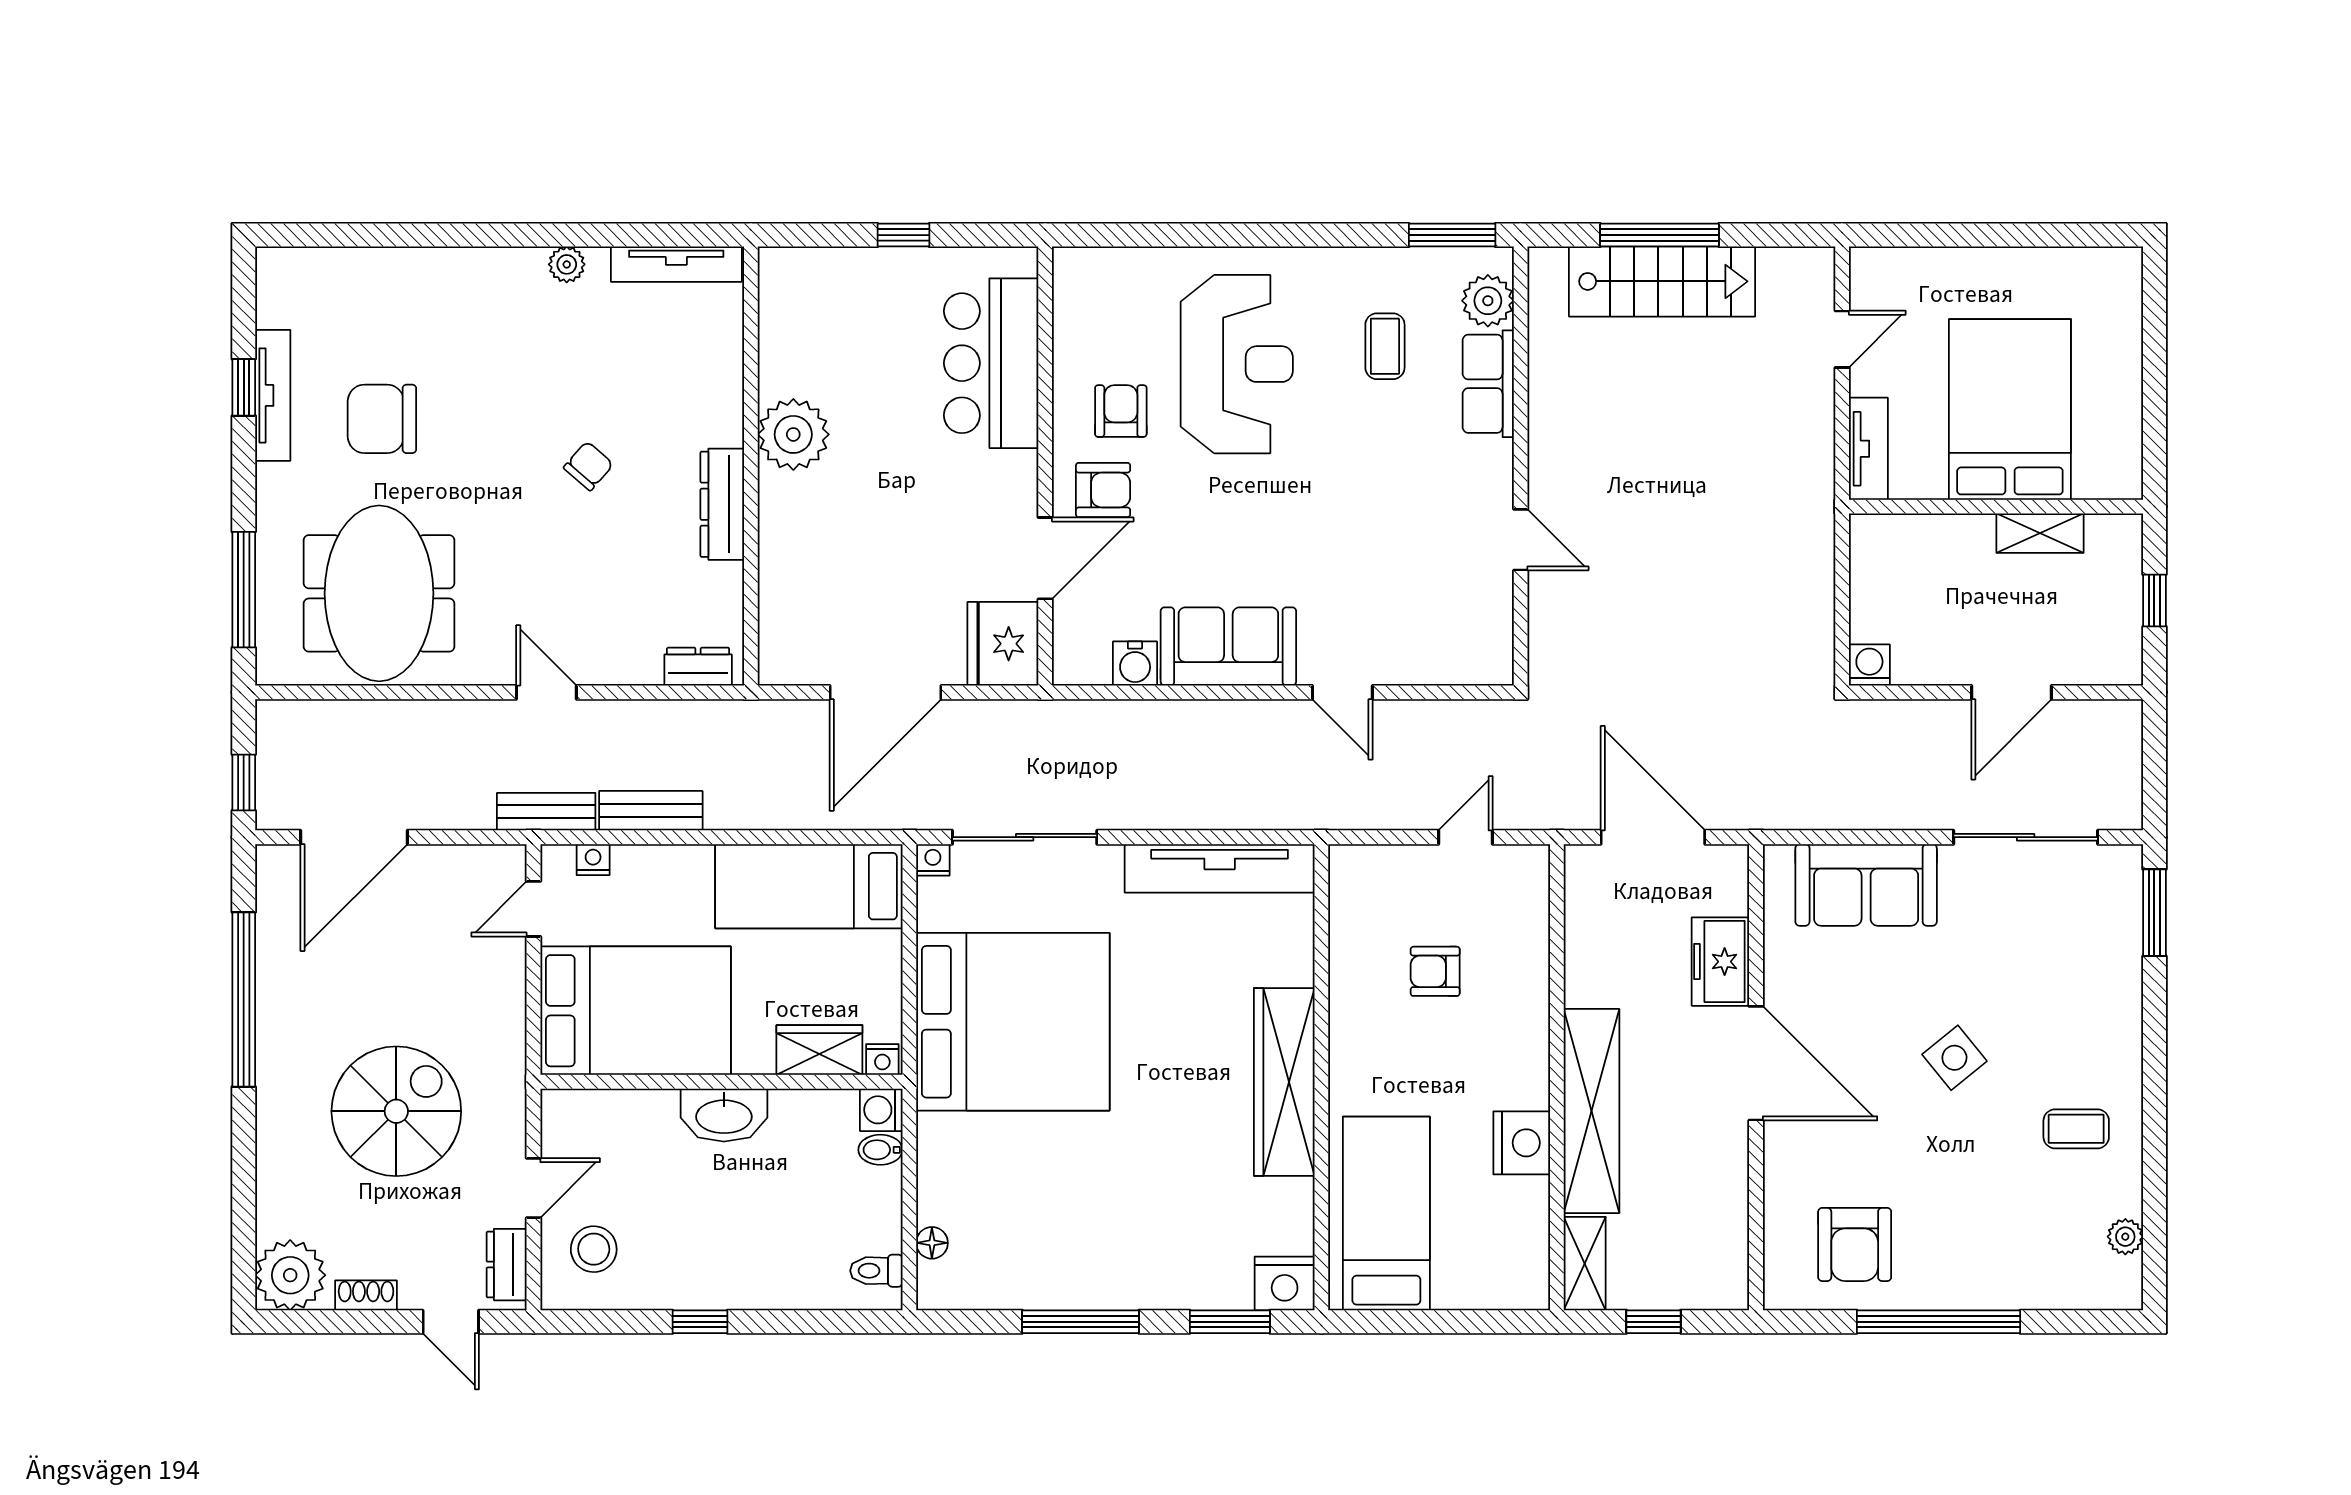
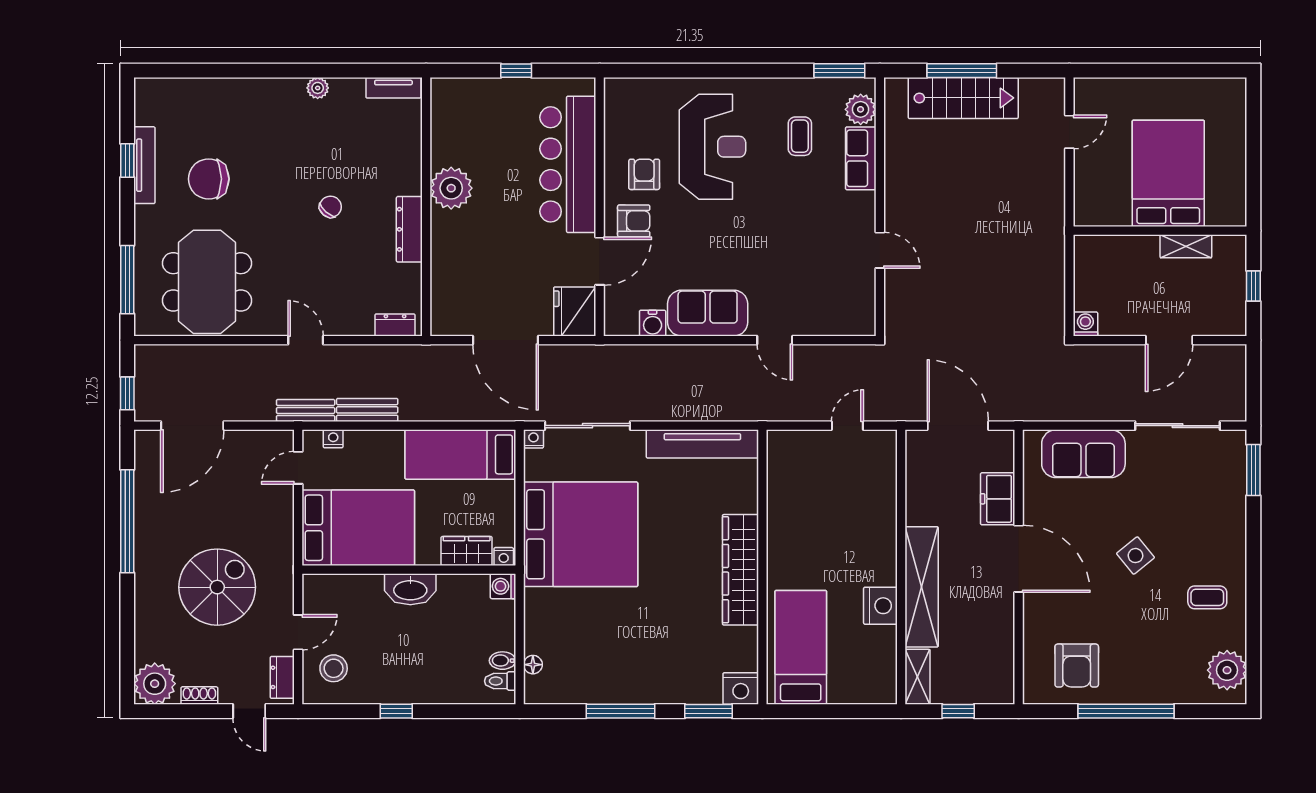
tv unit: (676, 264) -> (393, 88), width x0.71
bar counter: (991, 363) -> (568, 164), width x1.36
tv unit: (1868, 449) -> (1085, 197), removed
door: (886, 692) -> (506, 340), hinge flipped
armchair: (1435, 971) -> (829, 505), removed
bidet: (880, 1150) -> (503, 661), moved
plant: (2125, 1237) -> (1227, 670), width x1.87, depth x1.87

